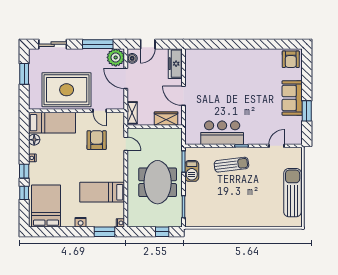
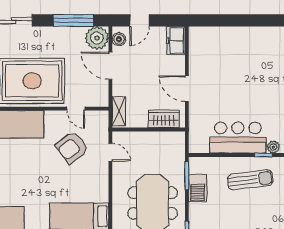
freezer: (175, 64) -> (176, 41), width x0.71
armchair: (97, 140) -> (72, 147), turned -127
plant: (249, 140) -> (273, 147), added

